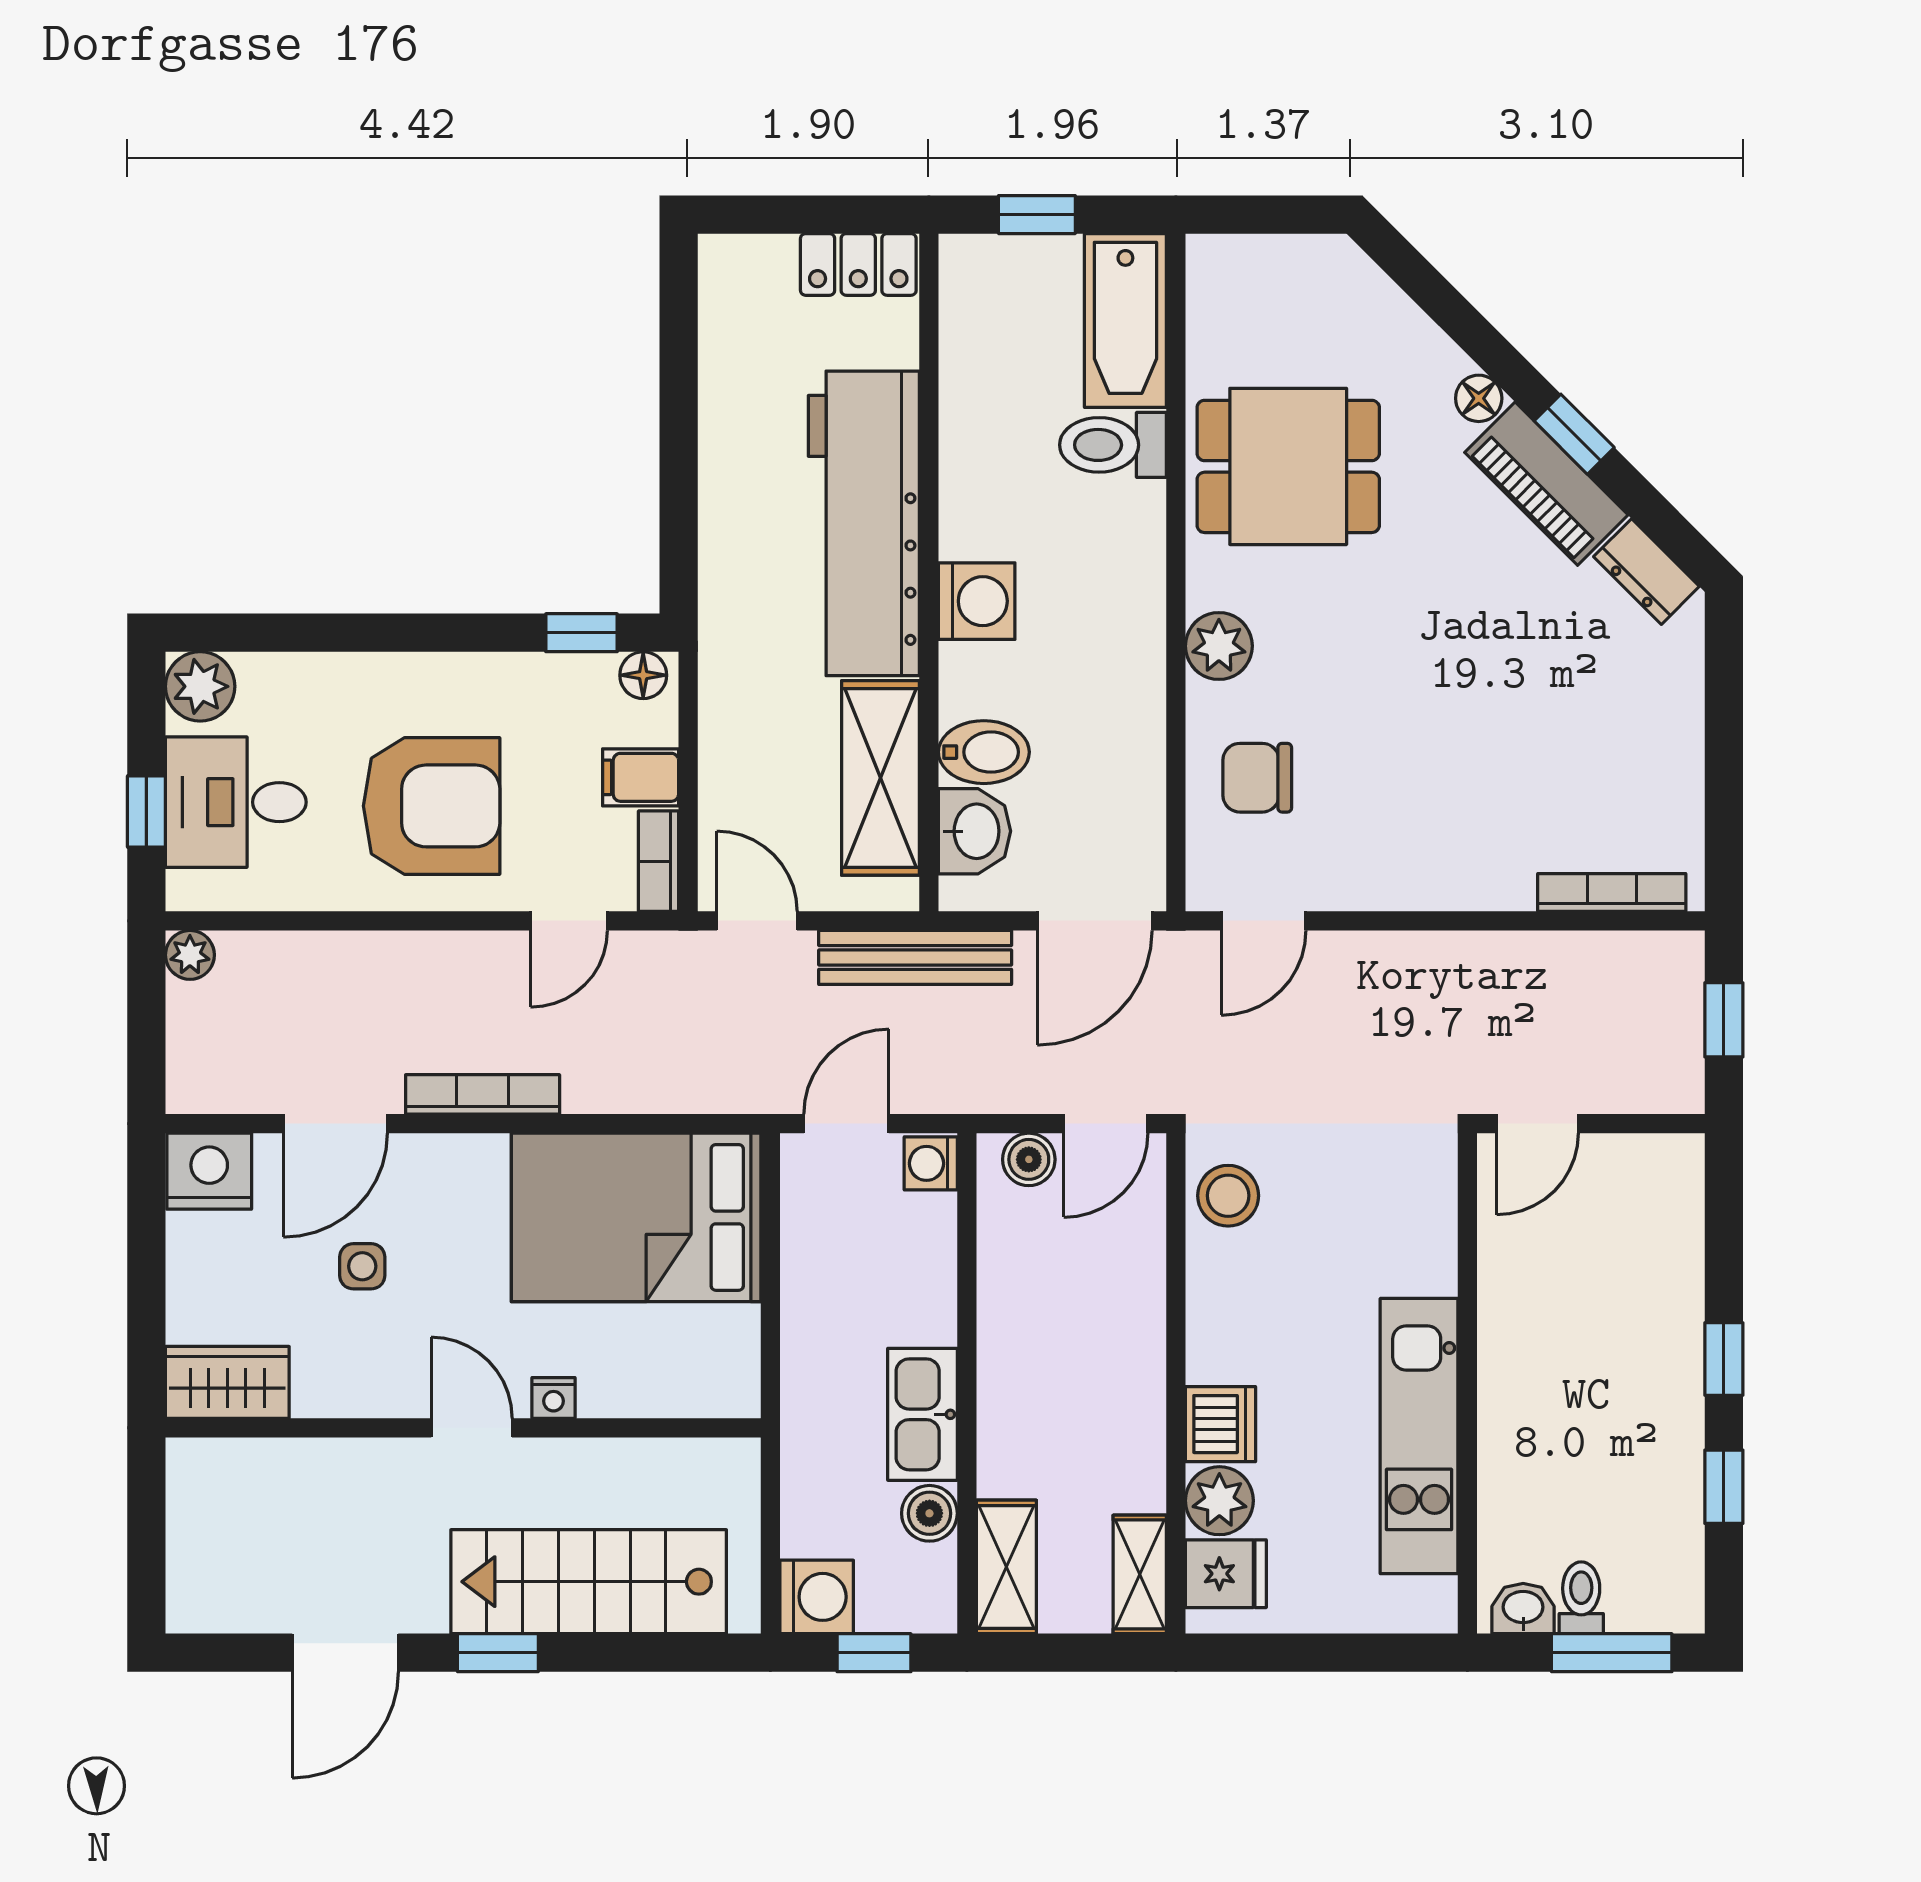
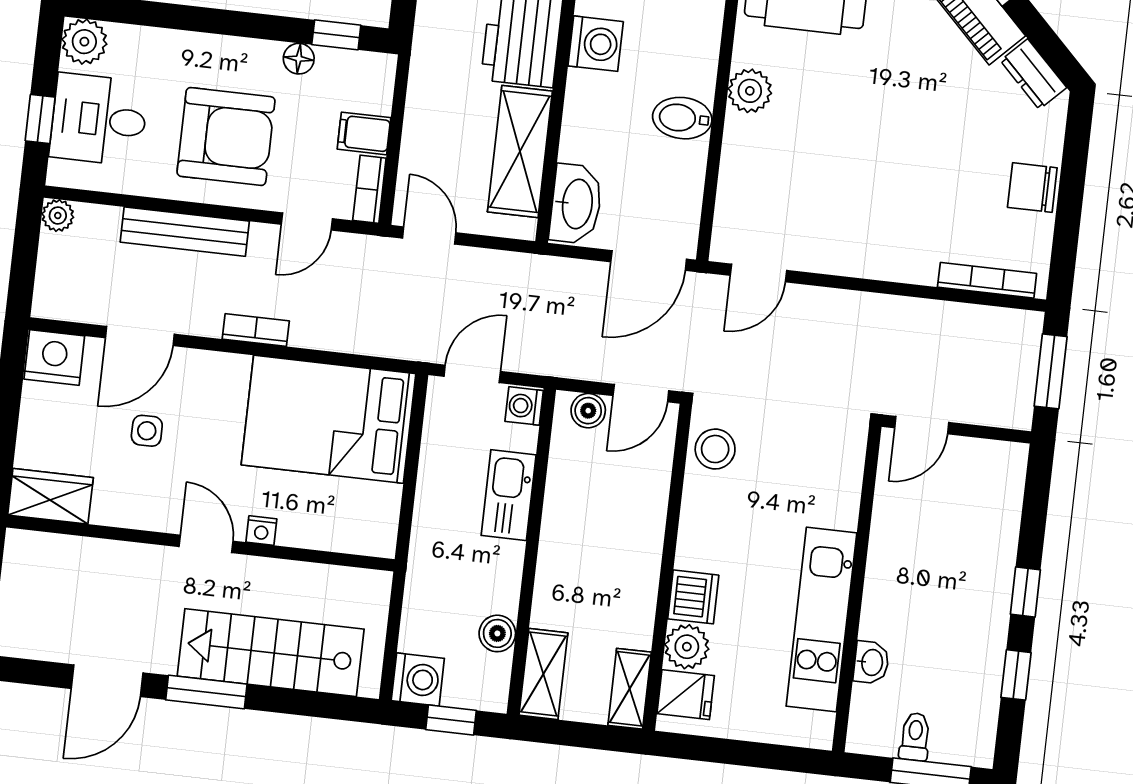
floor lamp: (643, 675) -> (299, 59), moved
bidet: (984, 752) -> (682, 118), moved, turned 180
chair: (1257, 778) -> (1032, 188), moved
washbasin: (974, 831) -> (576, 204), width x1.38
bench: (915, 957) -> (185, 232), moved
window: (1724, 1020) -> (1051, 371), width x1.50
bookcase: (483, 1094) -> (256, 330), width x0.64
kitchen sink: (923, 1414) -> (509, 495), moved
washbasin: (1523, 1609) -> (871, 662), moved, turned 90
window: (498, 1653) -> (206, 692), width x1.50

